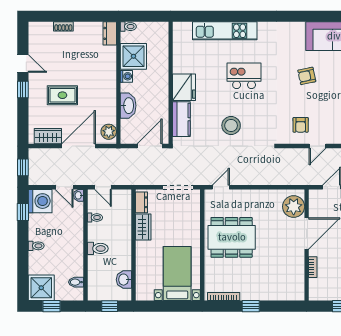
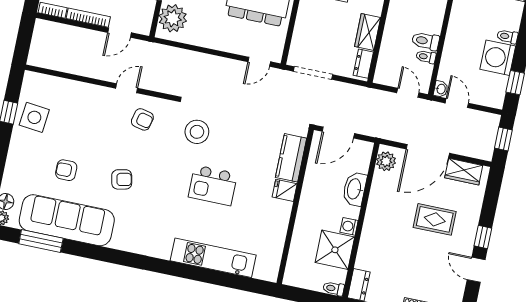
kitchen island: (244, 76) -> (213, 185), moved
fridge: (184, 87) -> (285, 190), width x0.53, depth x0.75
stool: (231, 125) -> (197, 132), moved
armchair: (301, 125) -> (142, 119), turned 103
washing machine: (40, 201) -> (498, 58), moved
toilet: (98, 248) -> (425, 41), moved

